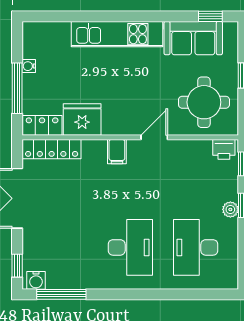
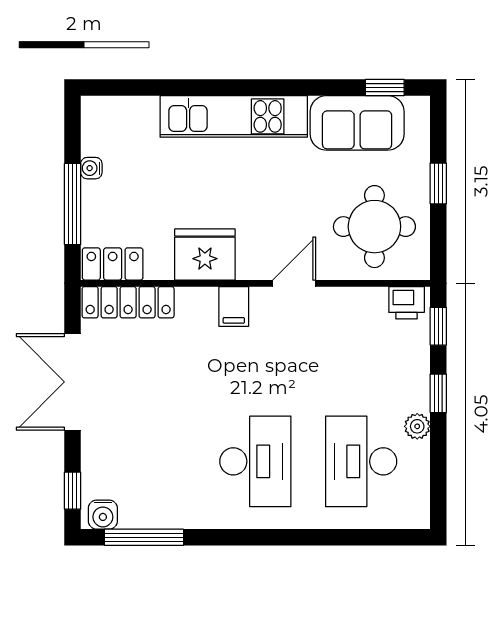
fridge: (82, 119) -> (205, 254), moved
plant: (230, 209) -> (417, 426), moved

